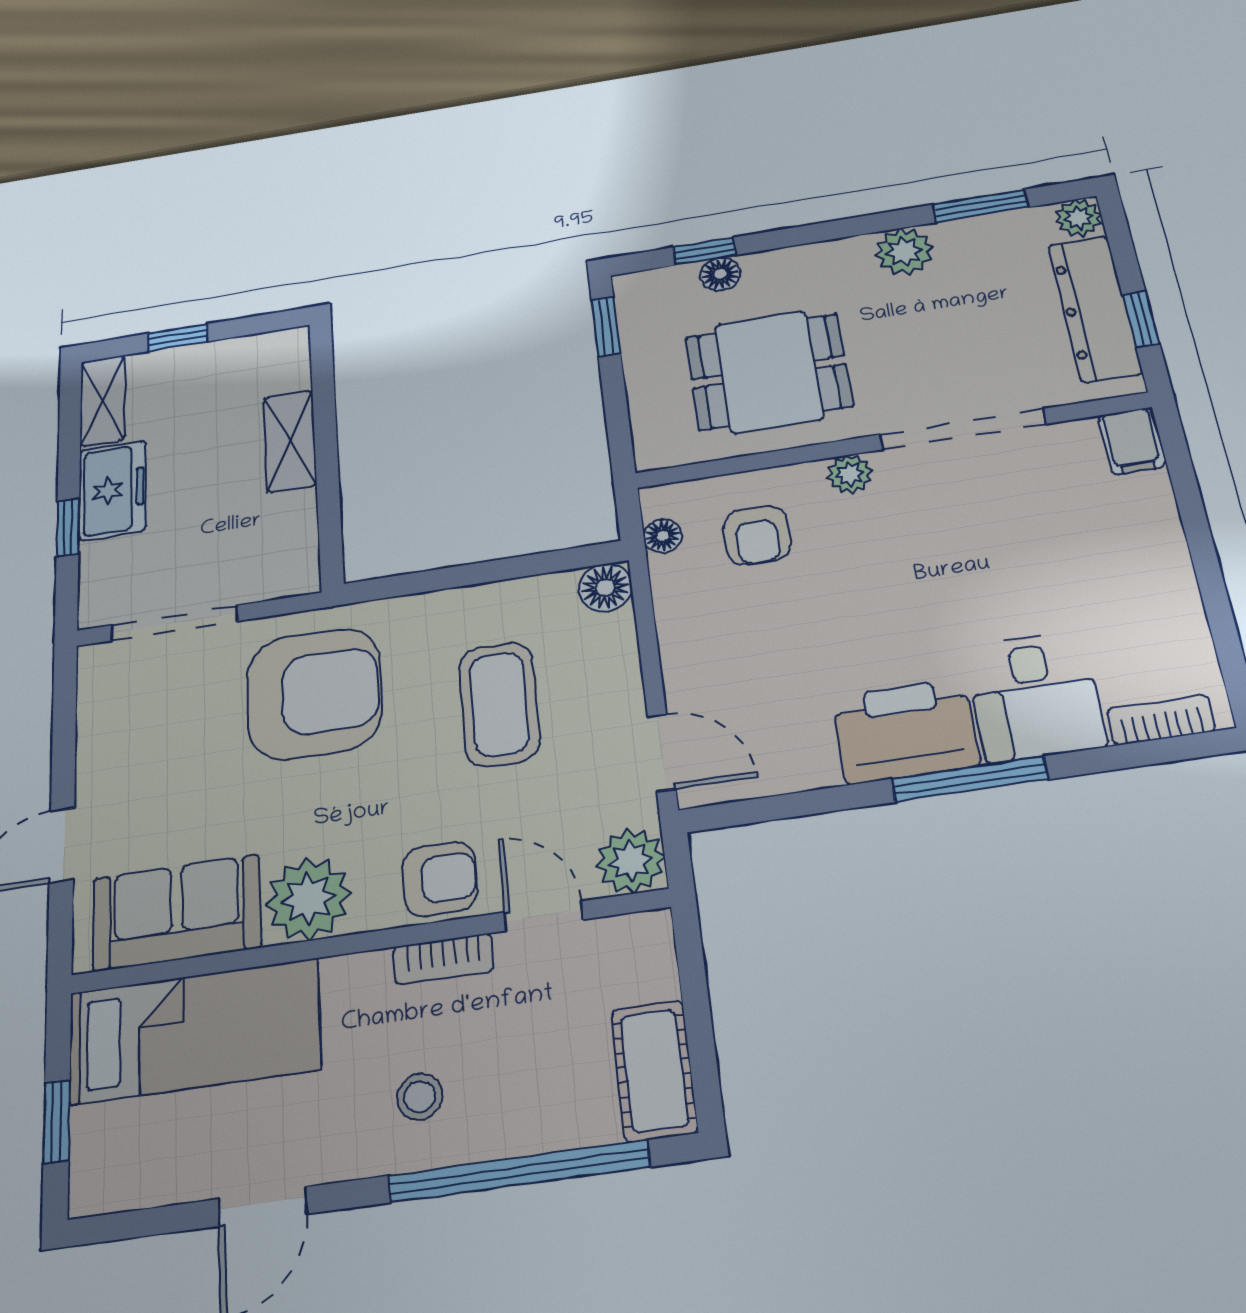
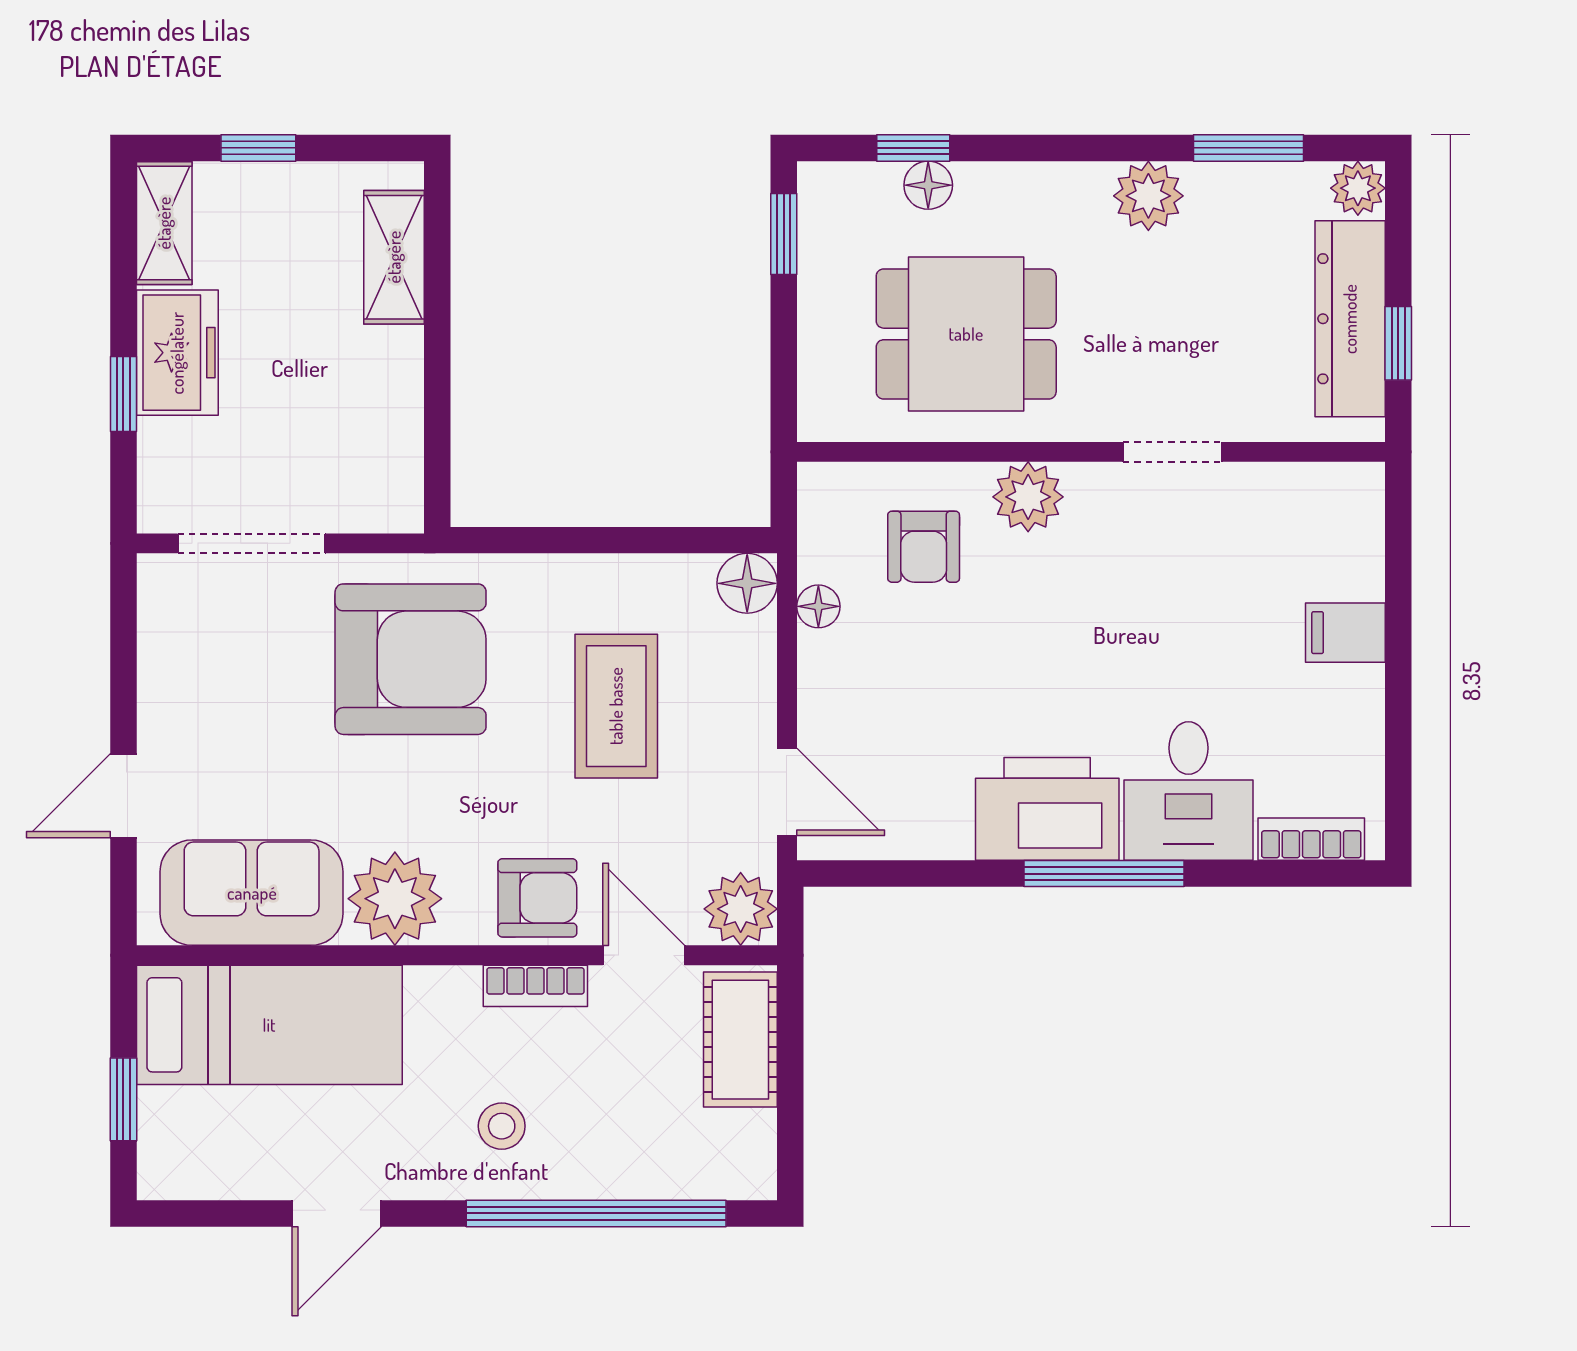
doorway: (963, 429) -> (1173, 452), width x0.53
shelving: (290, 441) -> (394, 257), moved
filing cabinet: (1132, 441) -> (1345, 633), moved, turned 90
plant: (850, 474) -> (1028, 497), width x1.38, depth x1.38
floor lamp: (663, 536) -> (818, 606), moved
cot: (654, 1071) -> (740, 1040), moved

